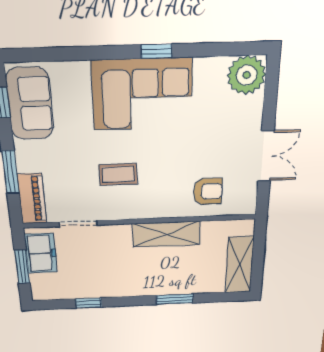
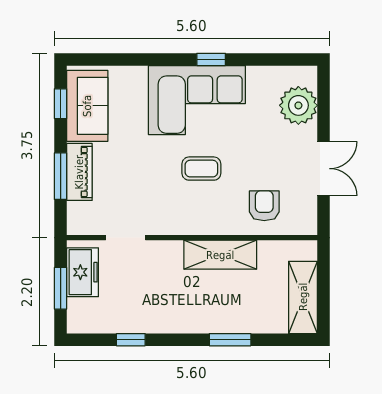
plant: (247, 75) -> (298, 105), moved
coffee table: (118, 174) -> (201, 169), moved
armchair: (208, 191) -> (264, 206), turned -90
piano: (32, 199) -> (79, 172), moved

